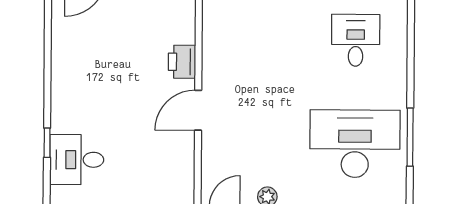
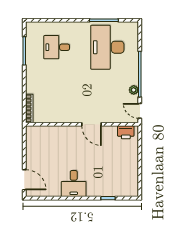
printer: (182, 62) -> (126, 132), moved
desk: (77, 160) -> (74, 184), moved

